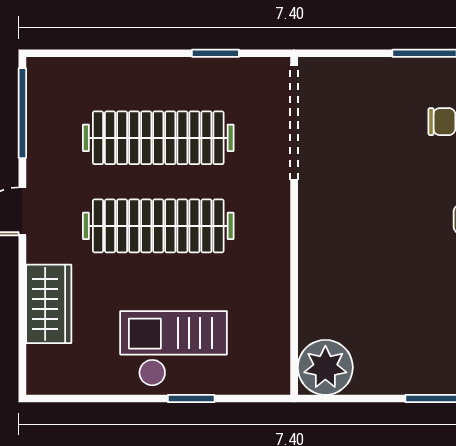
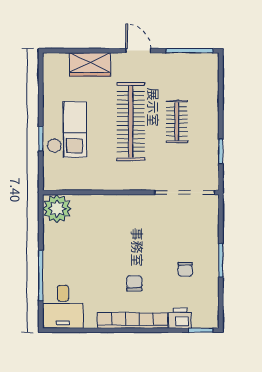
clothes rail: (158, 138) -> (177, 122), width x0.54, depth x0.76

